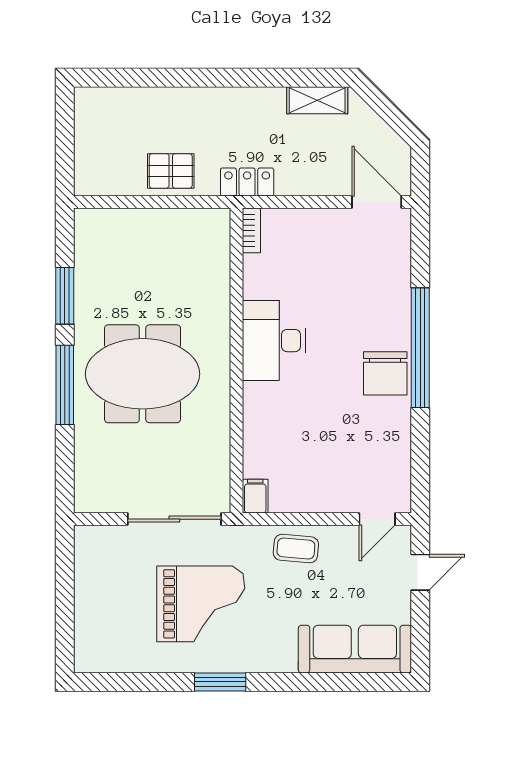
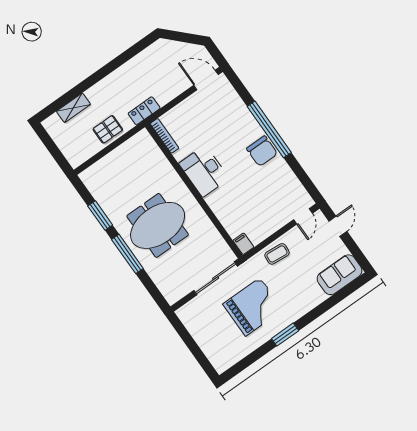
shelving: (317, 100) -> (74, 108), moved
bookcase: (251, 230) -> (165, 136), width x1.56
sofa: (355, 649) -> (340, 275), width x0.73

